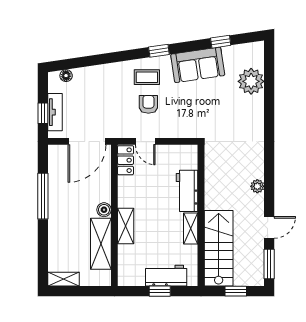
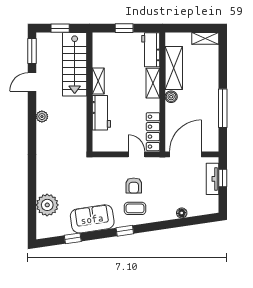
floor lamp: (66, 76) -> (182, 213), moved
locker: (126, 160) -> (153, 132), width x1.53
workbench: (166, 276) -> (151, 50), moved, turned 90

